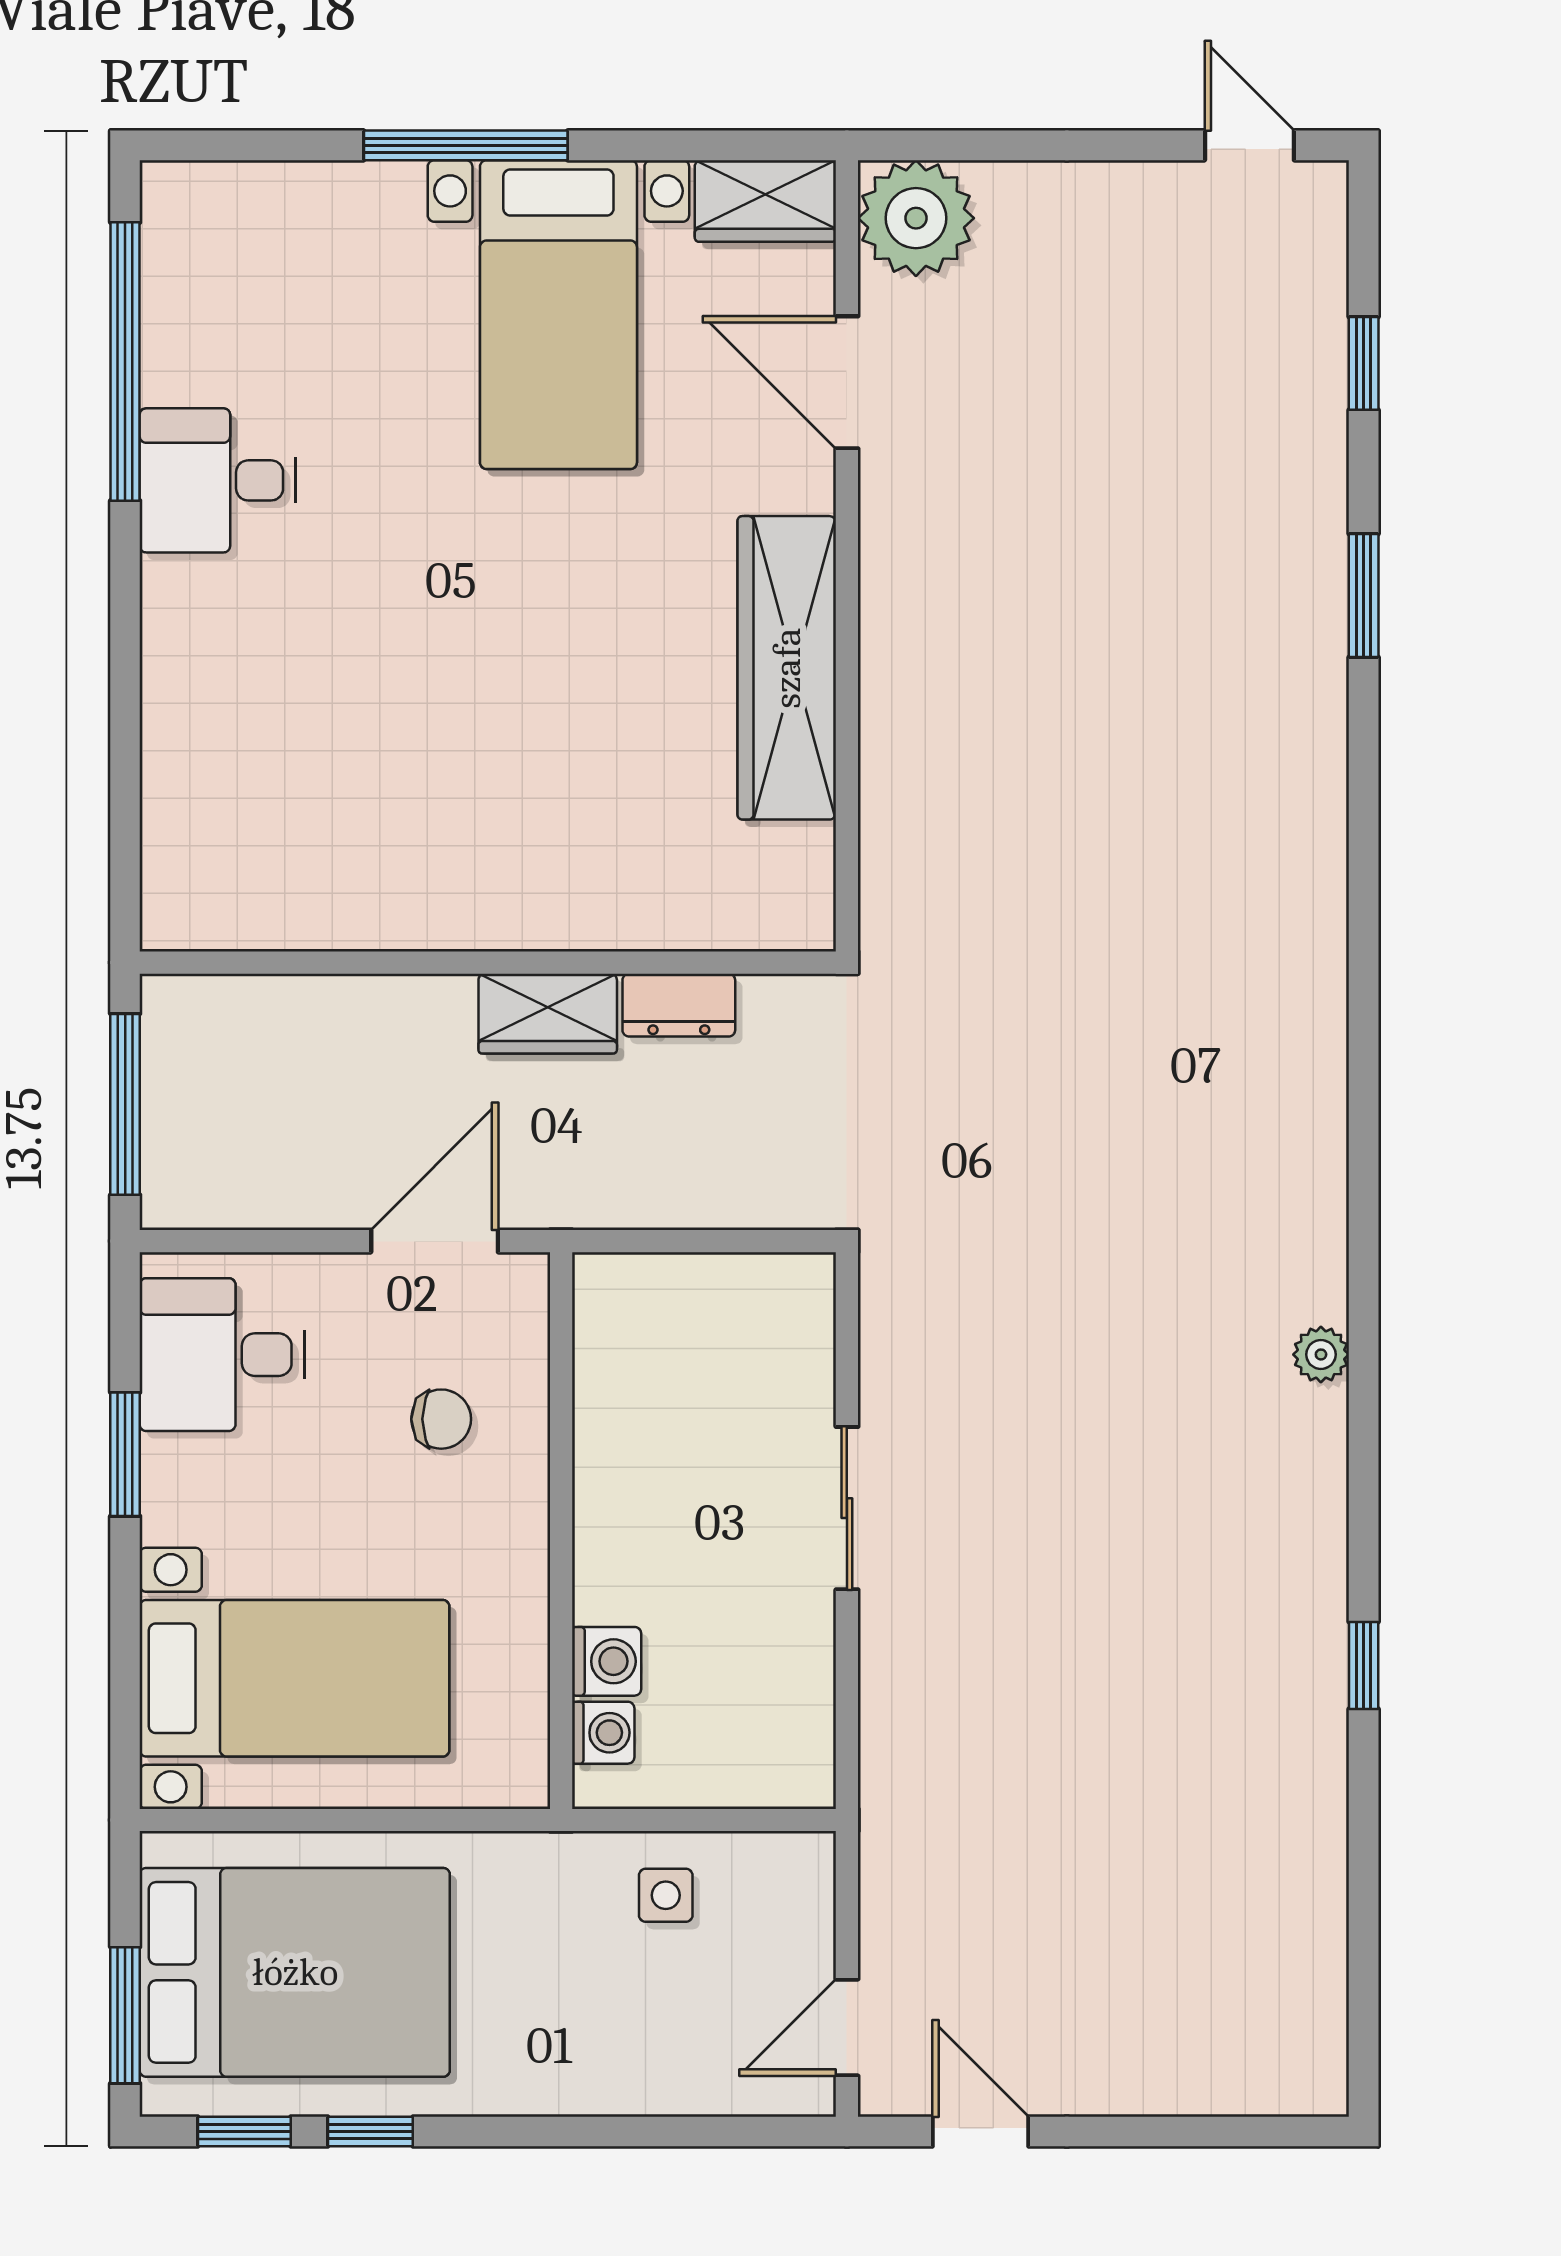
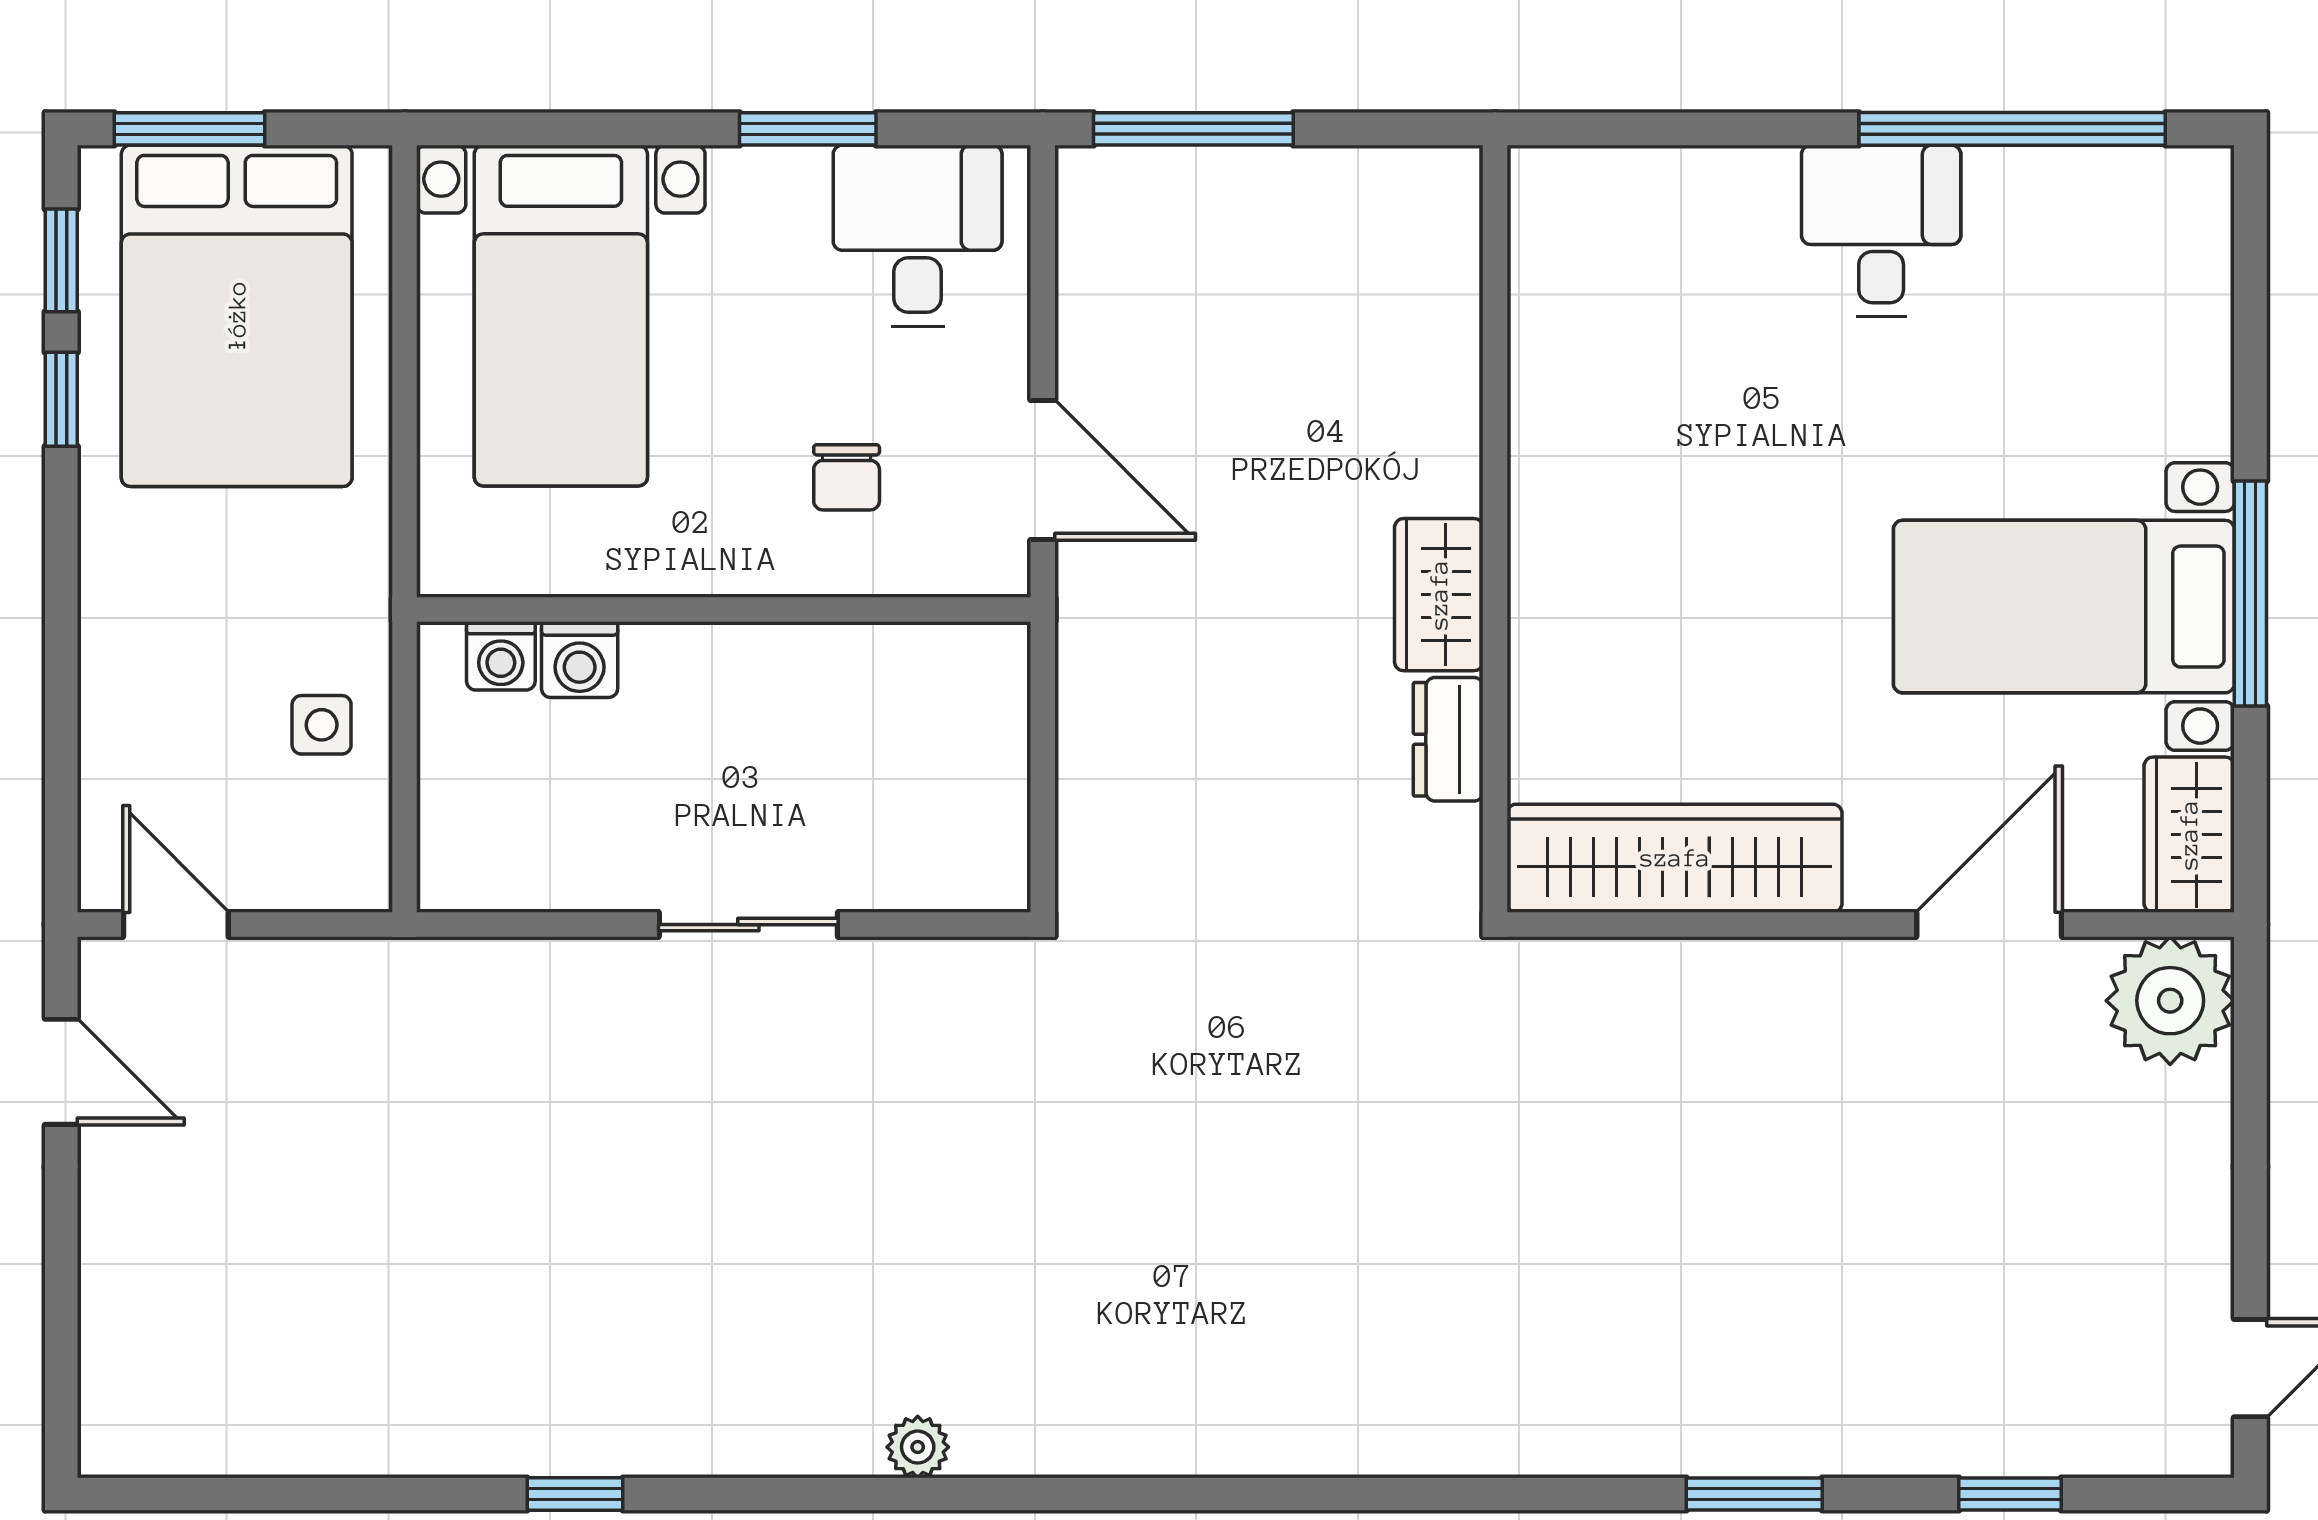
window: (466, 145) -> (2250, 594), moved
wall: (488, 963) -> (1495, 529), moved
dresser: (679, 1005) -> (1448, 739), moved
wardrobe: (548, 1014) -> (1439, 595), moved
door: (981, 2131) -> (61, 1072), hinge flipped

